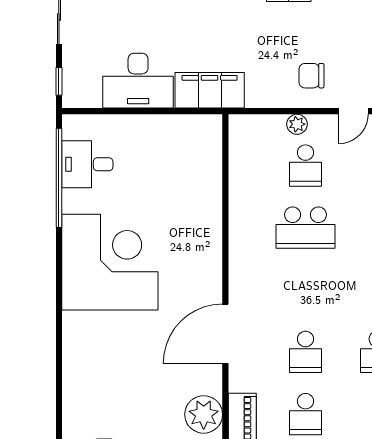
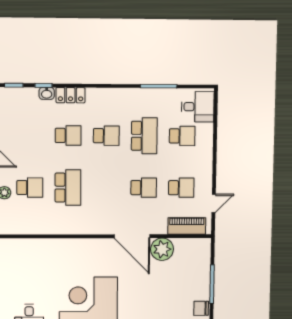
plant: (204, 414) -> (162, 249), moved

